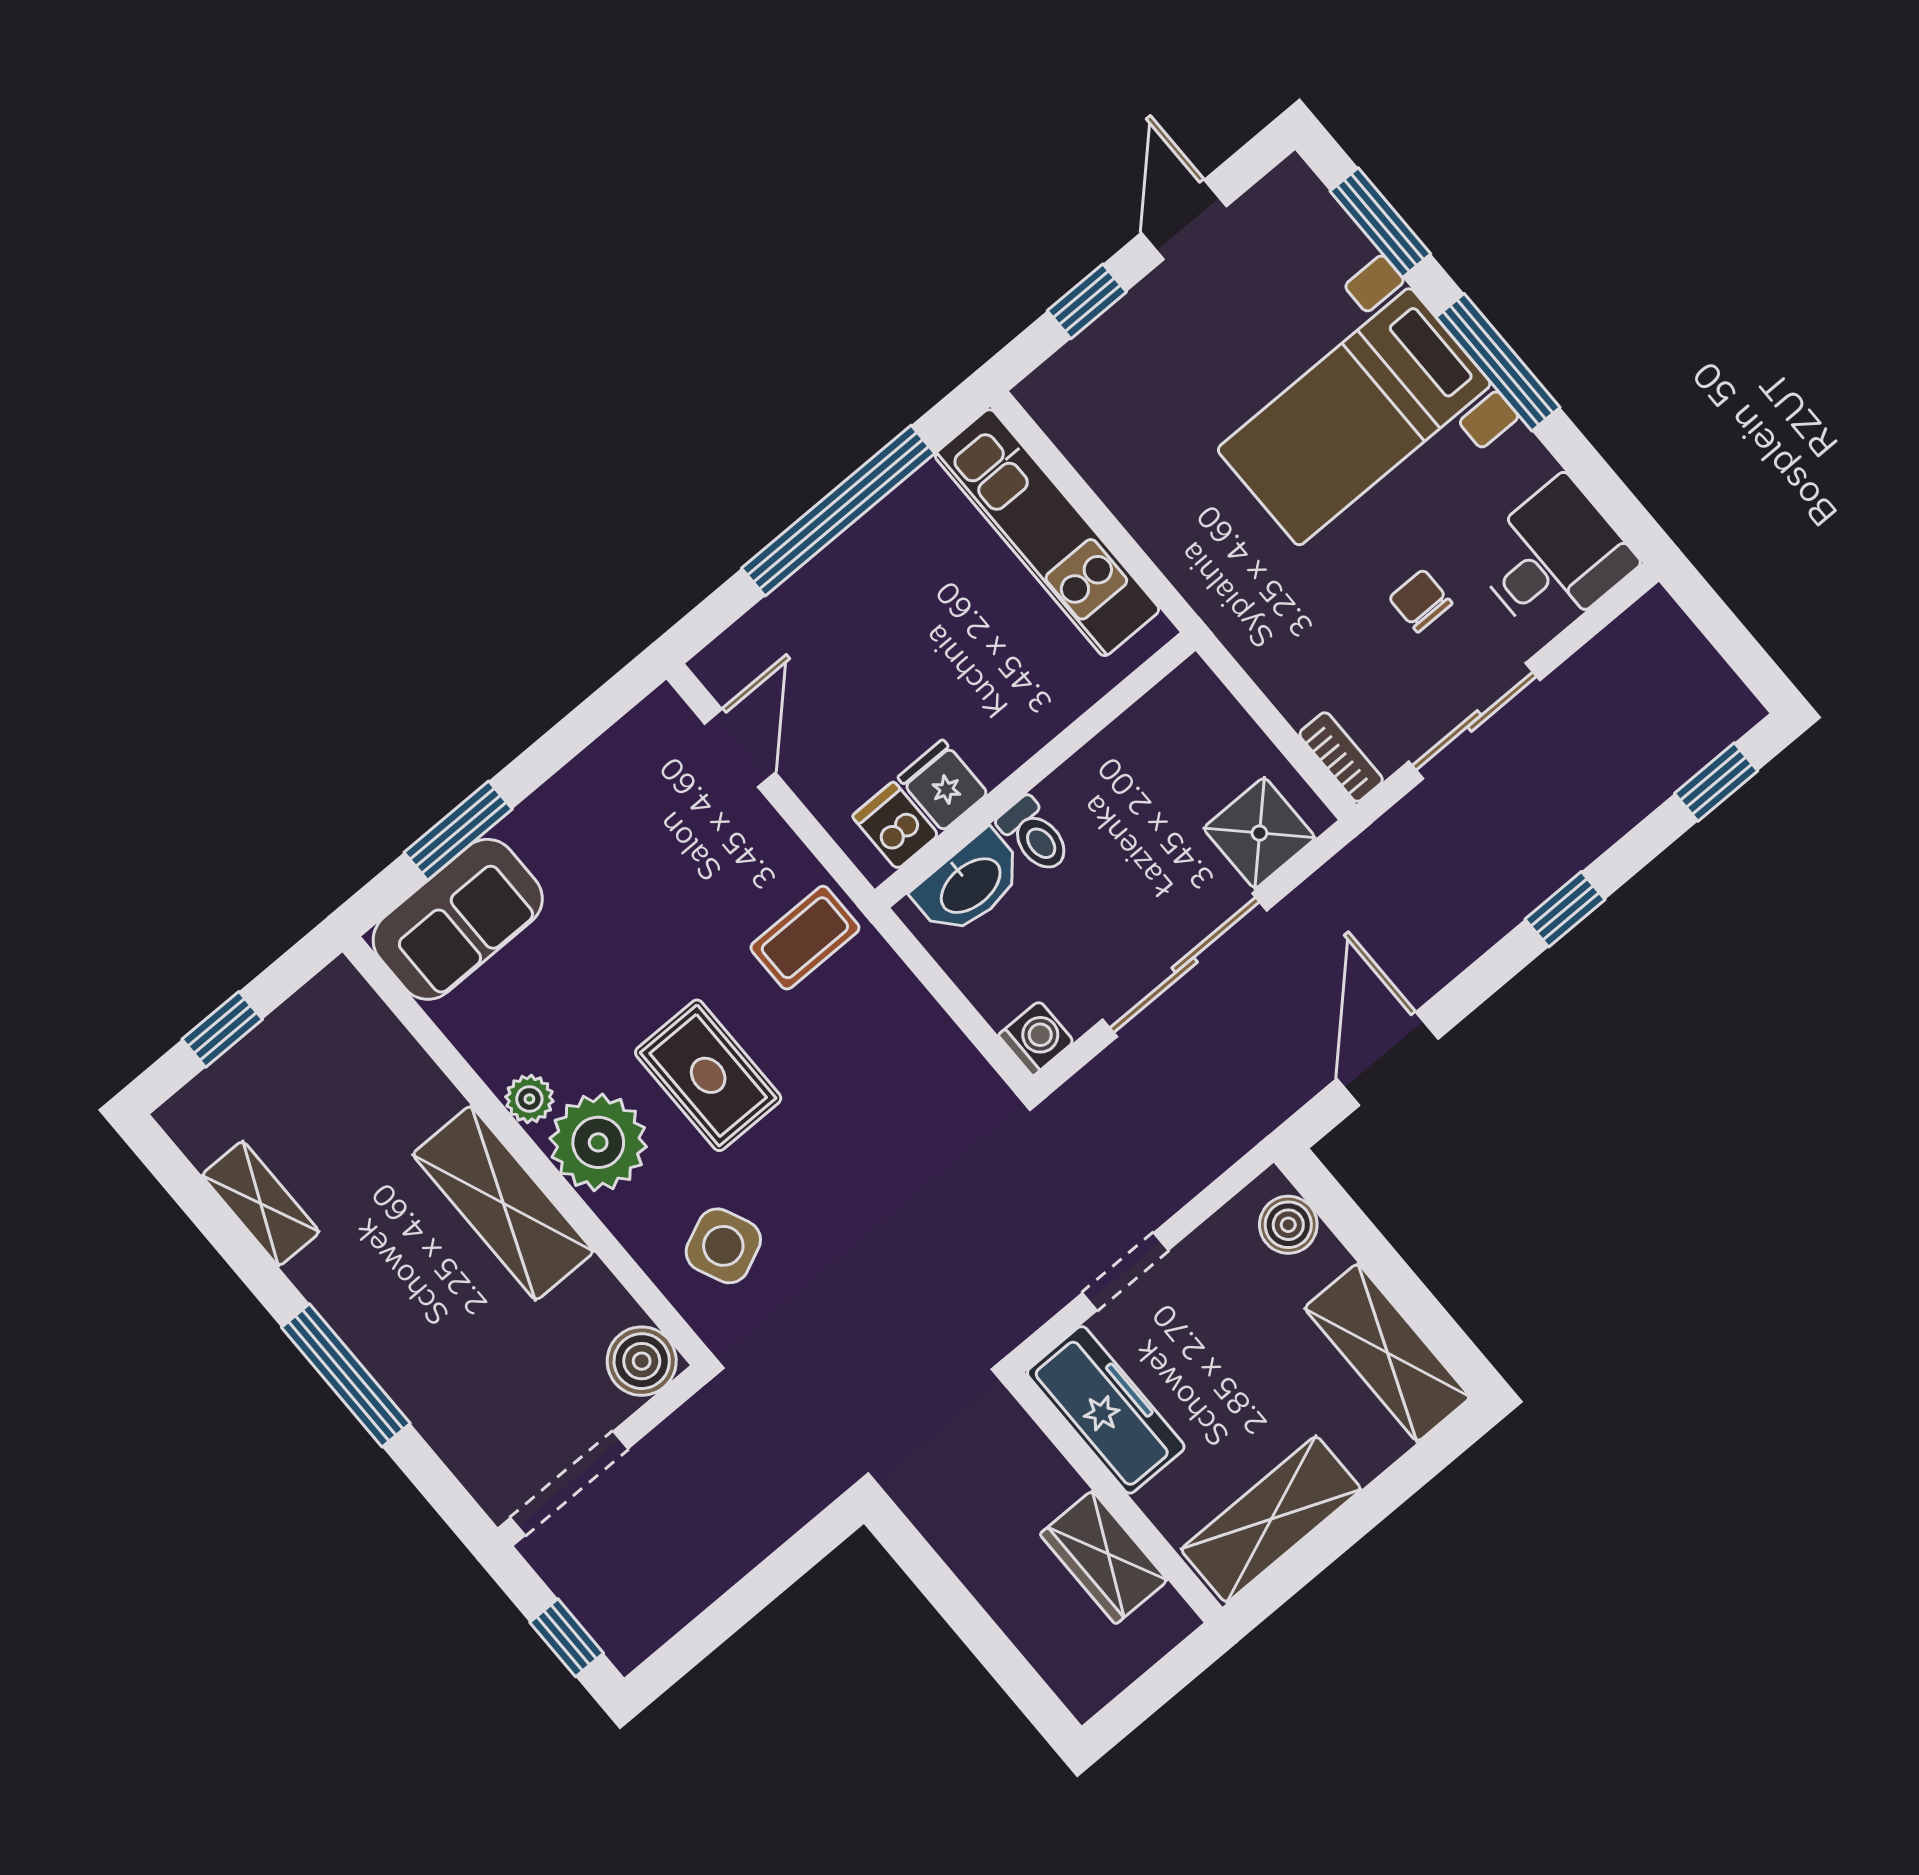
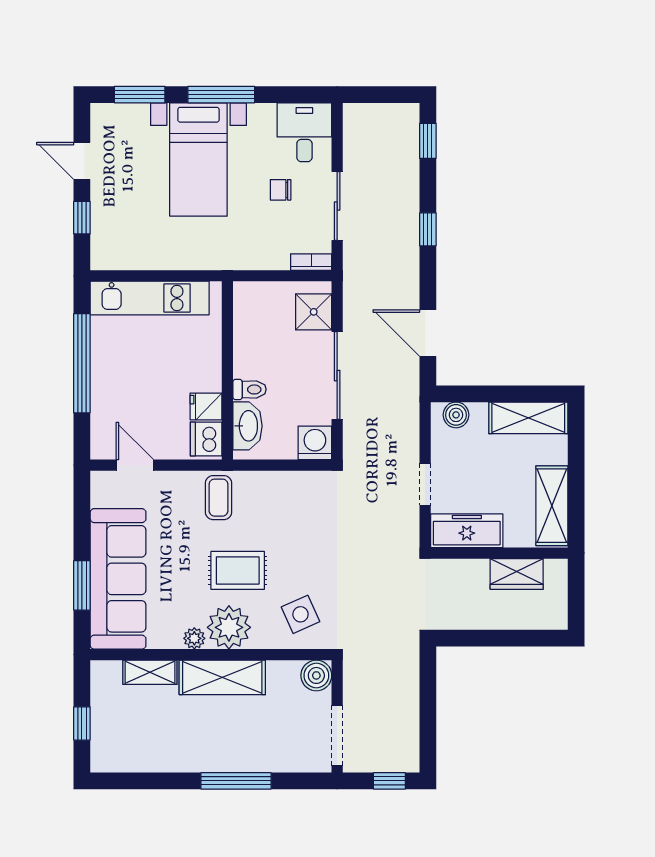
dishwasher: (895, 825) -> (206, 439), width x1.38
sofa: (458, 919) -> (118, 579), width x1.85, depth x1.27
washing machine: (1036, 1038) -> (315, 443), width x1.38, depth x1.38
shelving: (261, 1204) -> (150, 672), moved

